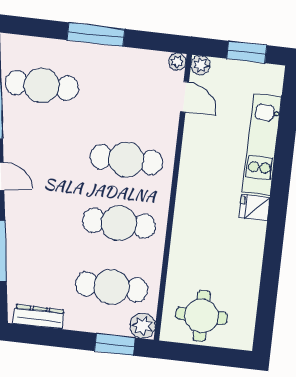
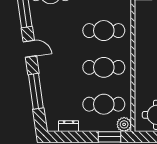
dresser: (39, 317) -> (69, 126), width x0.70

